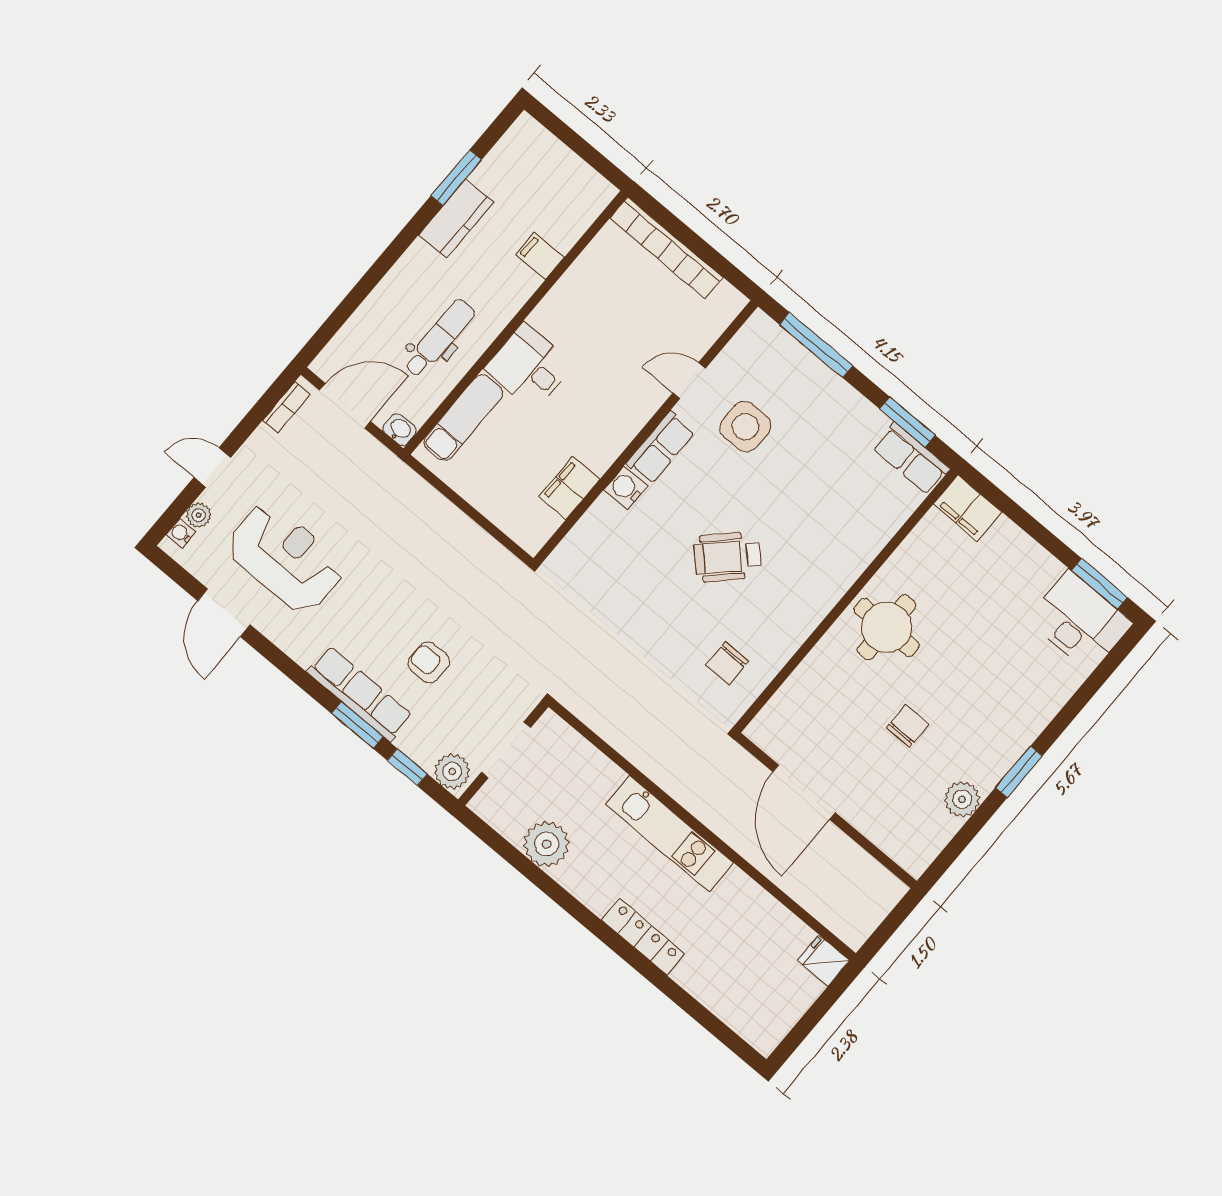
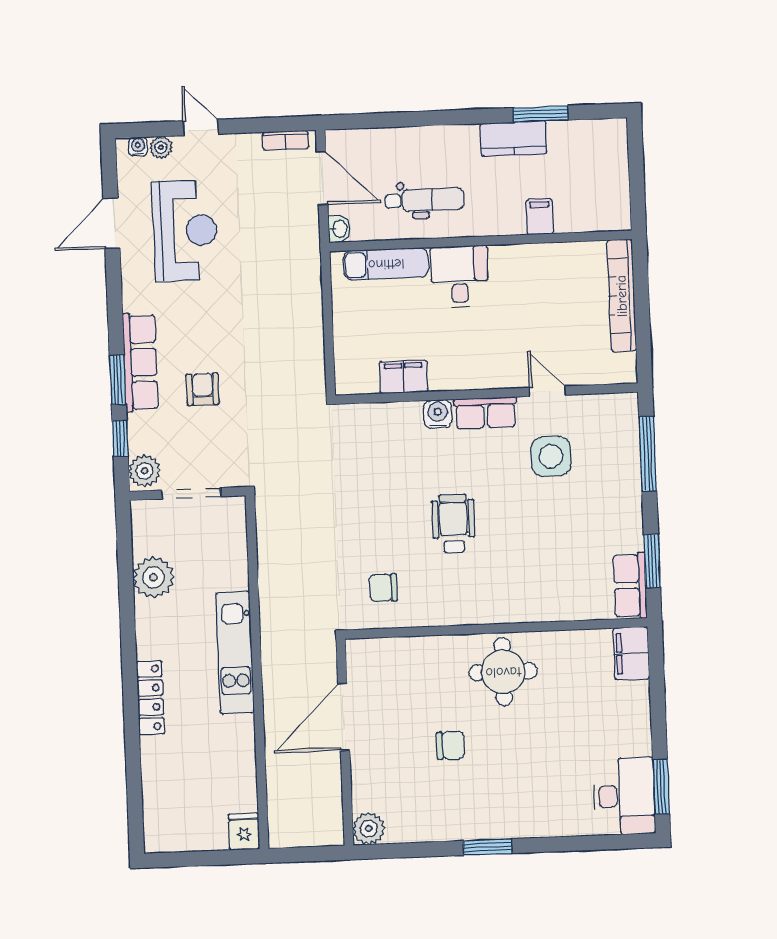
wheelchair: (727, 557) -> (453, 523), turned 45
plant: (962, 799) -> (369, 829), moved

